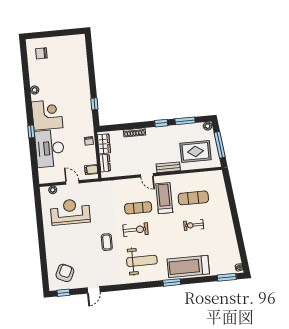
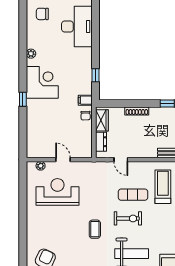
desk: (50, 148) -> (77, 27), moved, turned 180
filing cabinet: (91, 170) -> (85, 100), moved
door: (147, 175) -> (121, 160), moved

